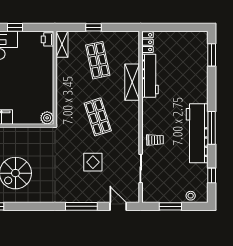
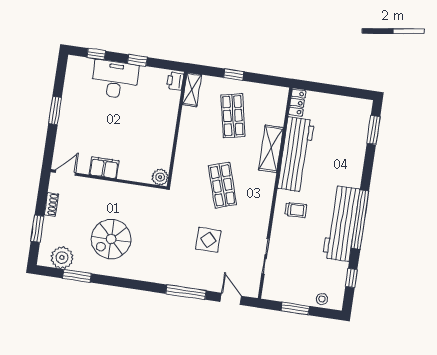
workbench: (150, 76) -> (296, 154), width x1.36, depth x1.32
window: (212, 128) -> (360, 219), width x1.46
trolley: (155, 140) -> (296, 210), moved

